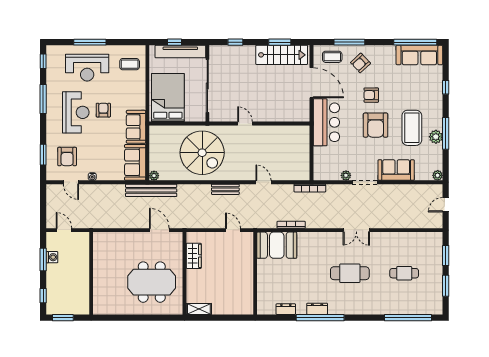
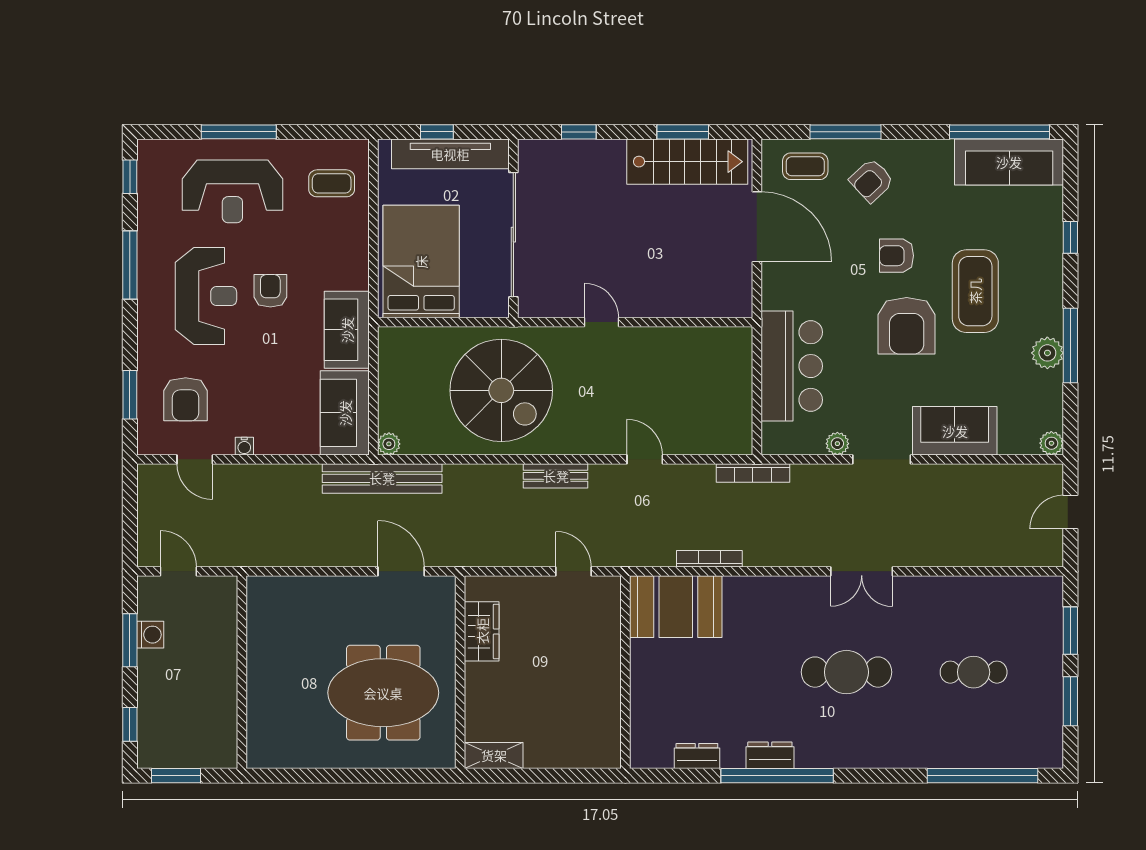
bar counter: (326, 122) -> (792, 366), moved
coffee table: (412, 128) -> (975, 291), moved

